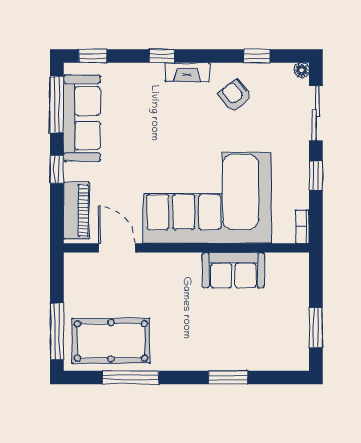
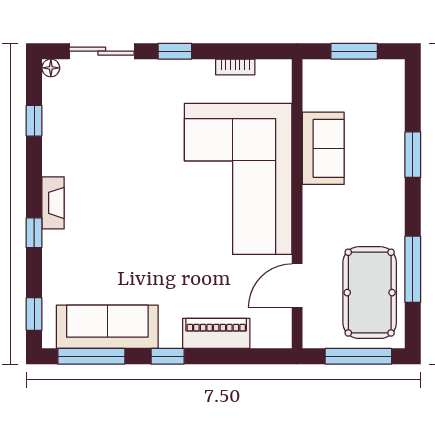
armchair: (235, 96) -> (81, 147), removed
corner sofa: (207, 198) -> (238, 179), moved
door: (117, 248) -> (297, 286), moved
wall: (186, 248) -> (297, 204), moved
sofa: (233, 270) -> (323, 148), moved

